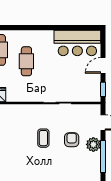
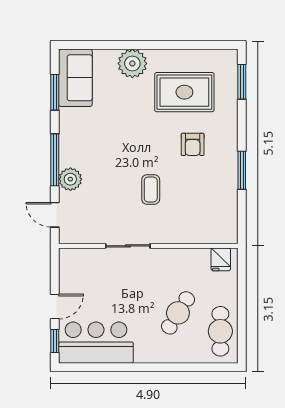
cafe table: (26, 61) -> (178, 313), turned 32
window: (103, 89) -> (55, 341), moved
armchair: (72, 140) -> (193, 144), moved

